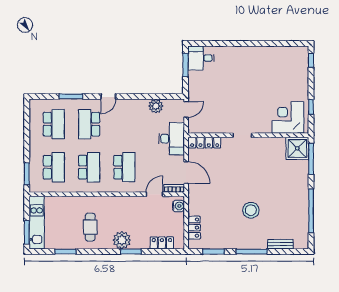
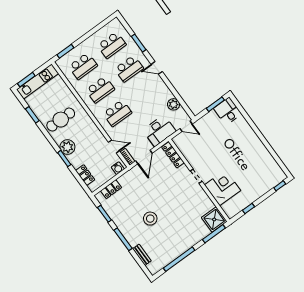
corner desk: (288, 118) -> (223, 188), moved
school desk: (89, 124) -> (129, 69), turned 180
cafe table: (90, 227) -> (61, 120), width x1.37, depth x1.35

